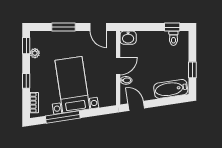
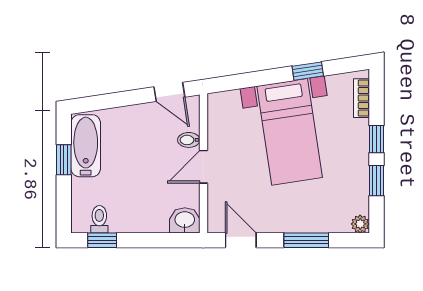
window: (26, 46) -> (376, 181), moved
plant: (35, 53) -> (360, 224), moved
bathtub: (171, 89) -> (86, 146), moved, turned -81
window: (63, 117) -> (308, 71), width x0.46

